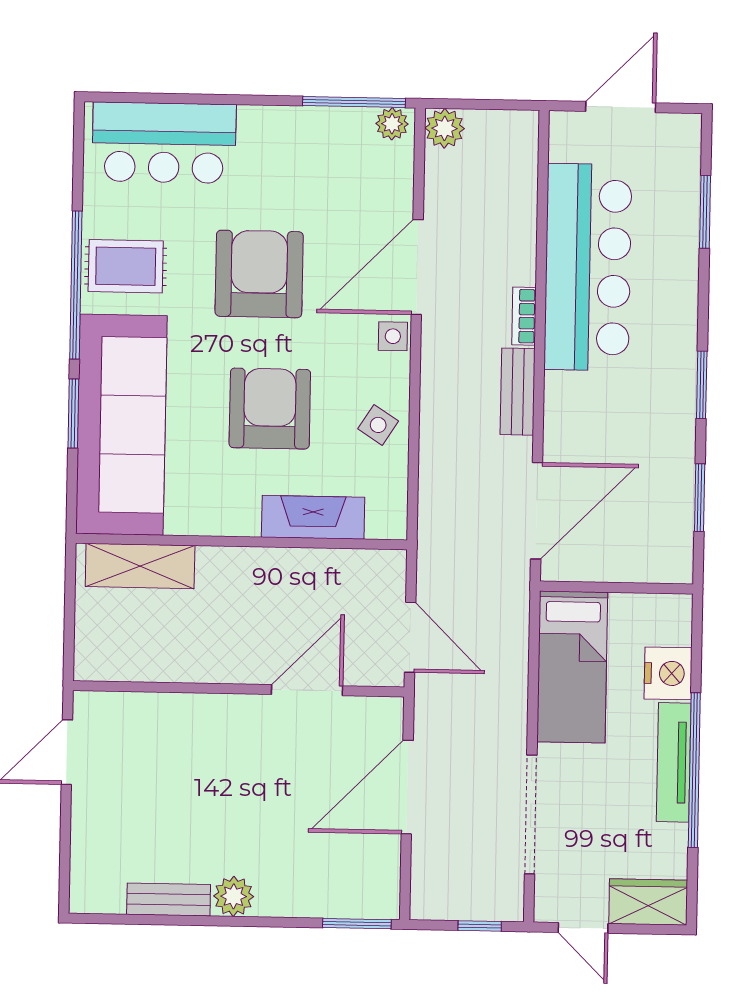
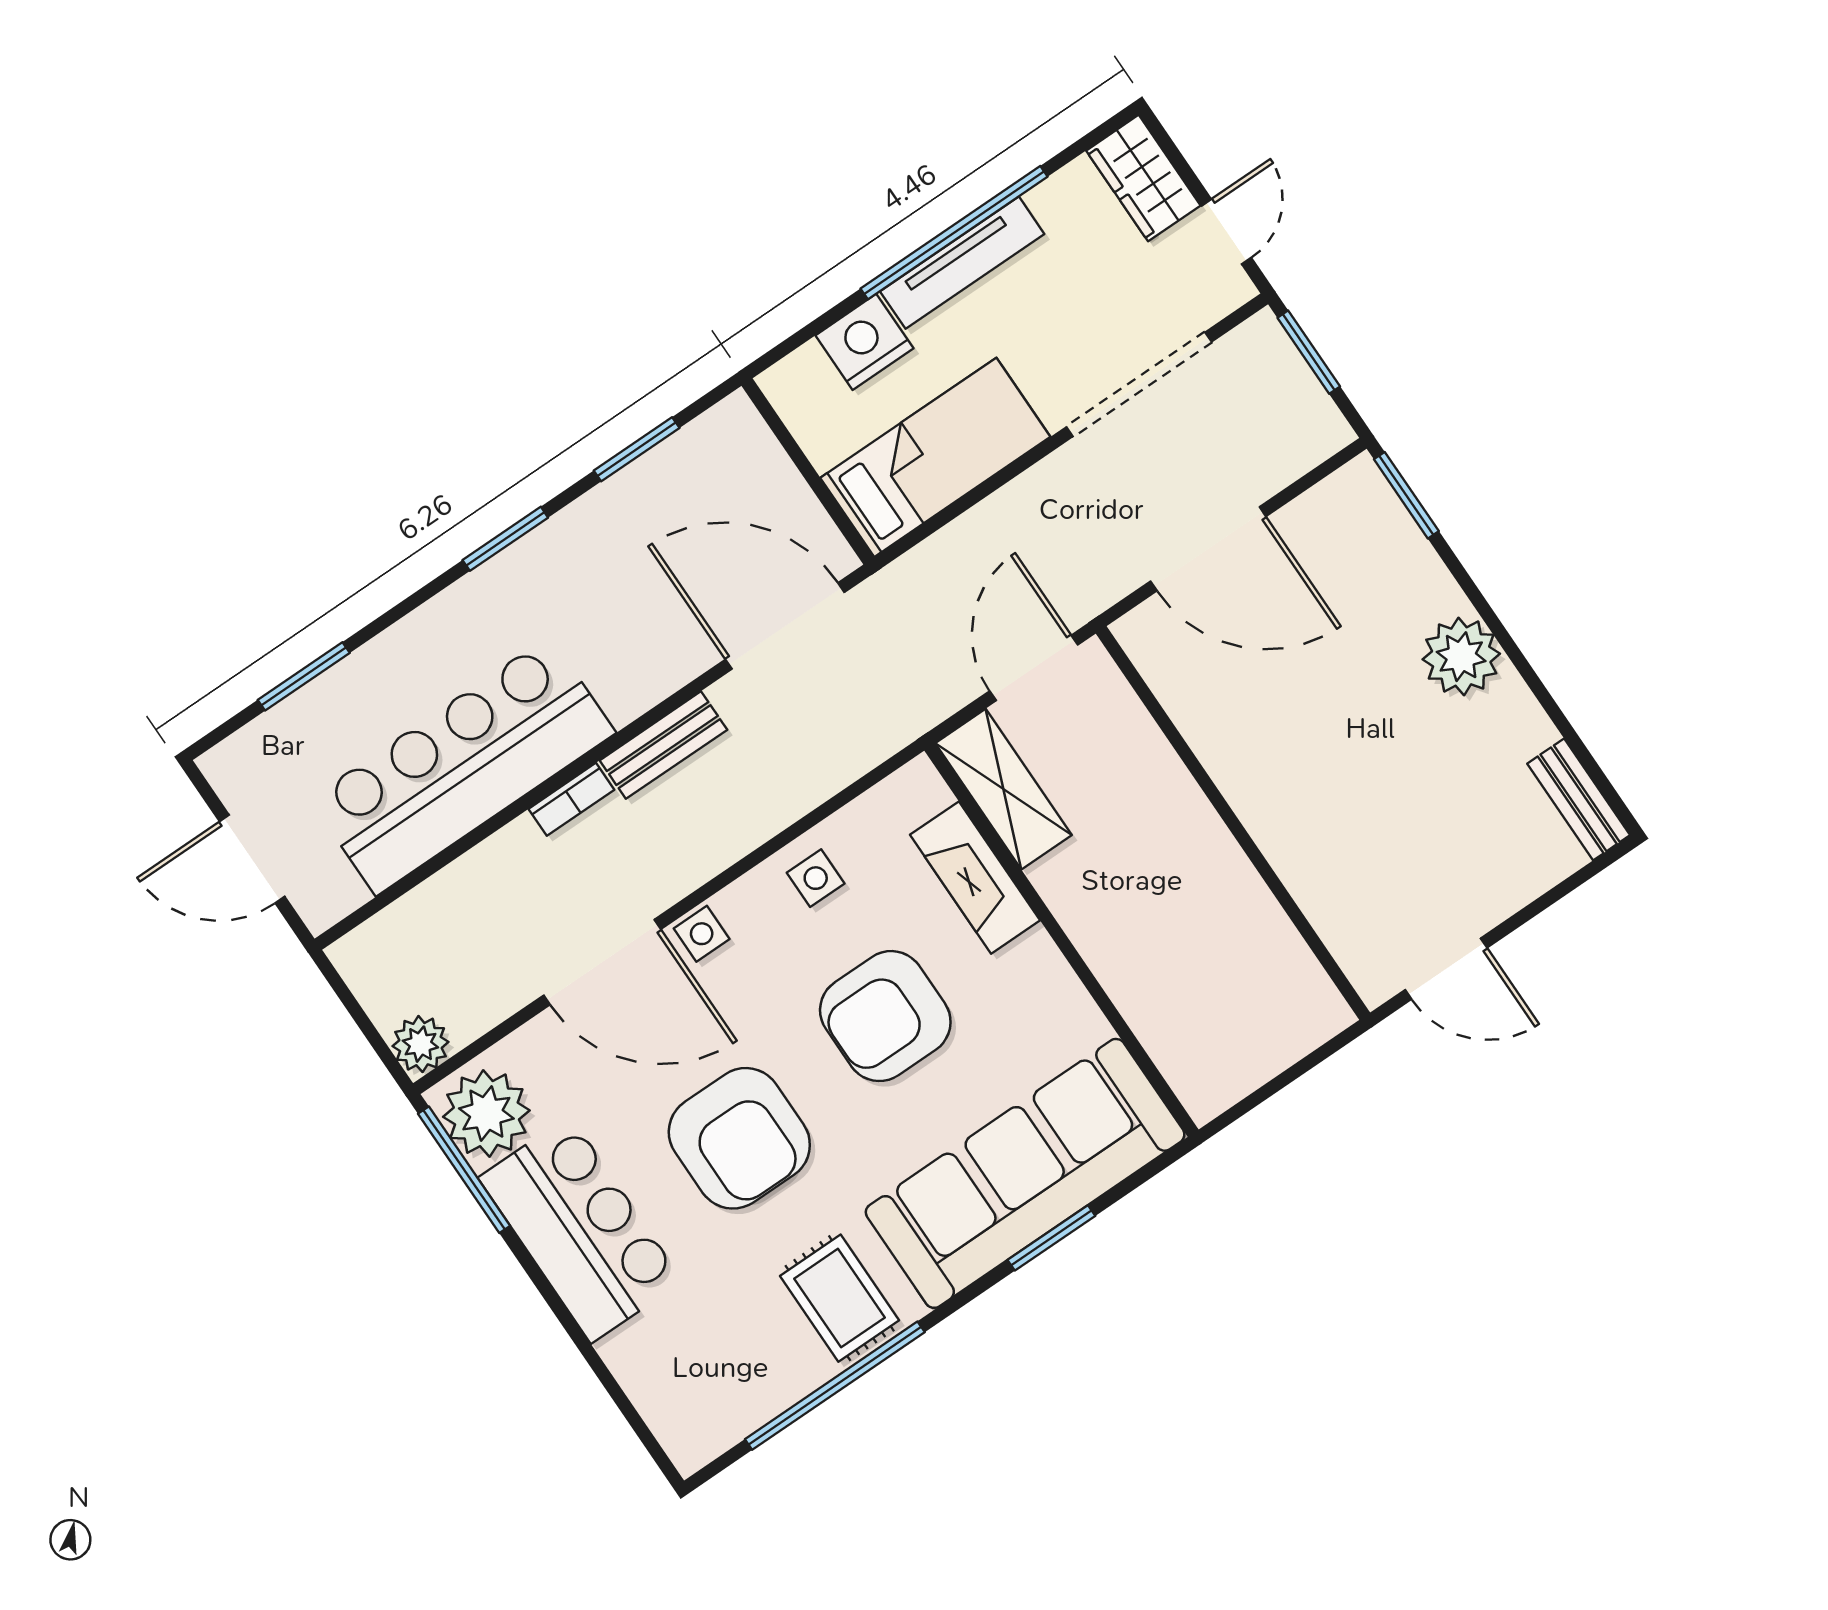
plant: (392, 124) -> (486, 1114), width x1.88, depth x1.88
bar counter: (164, 143) -> (580, 1229), moved
armchair: (259, 274) -> (739, 1138), turned -90
window: (76, 285) -> (835, 1386), moved
side table: (378, 425) -> (816, 878), turned -33
shelving: (140, 566) -> (1004, 789), moved
door: (307, 690) -> (1179, 743), removed
plant: (234, 896) -> (1461, 657), width x1.36, depth x1.36
bench: (169, 899) -> (1579, 799), moved
window: (480, 926) -> (1309, 352), width x1.50

